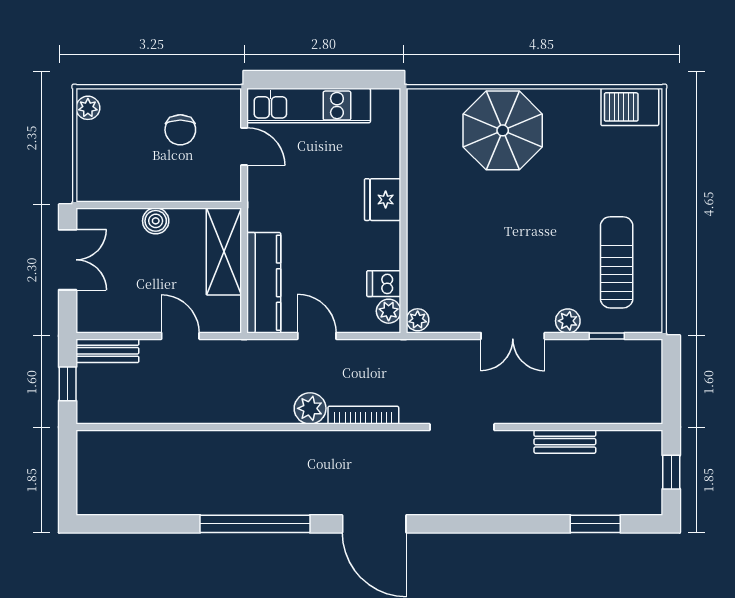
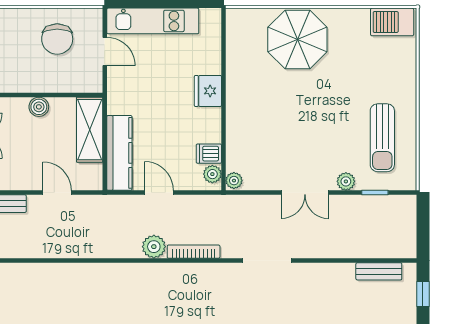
chair: (180, 130) -> (57, 39), width x1.37, depth x1.37
sun lounger: (617, 262) -> (382, 138), turned 180
bench: (565, 442) -> (379, 271), moved

